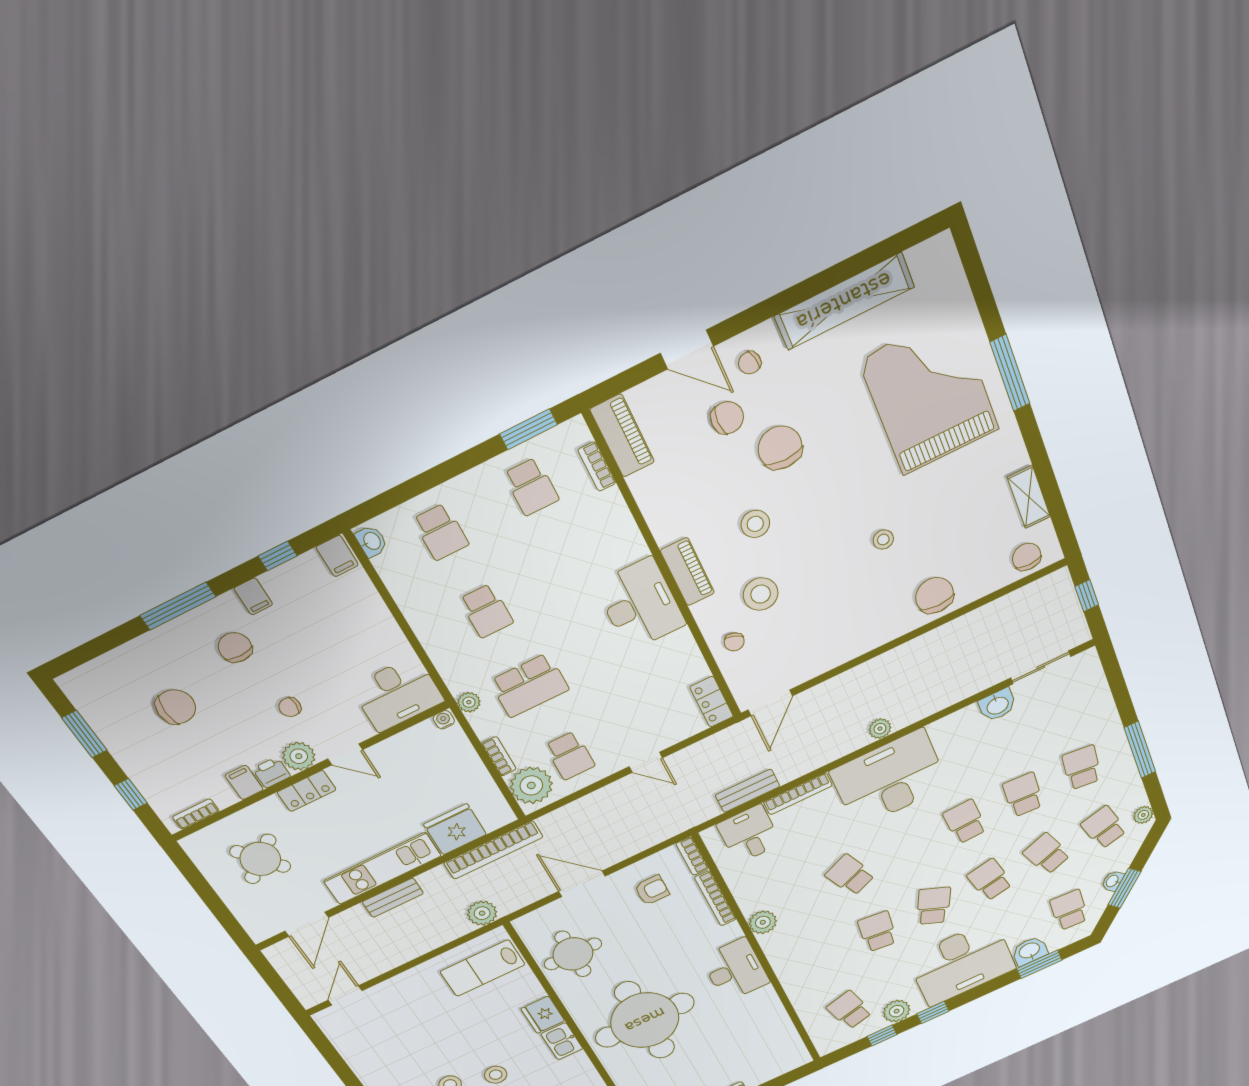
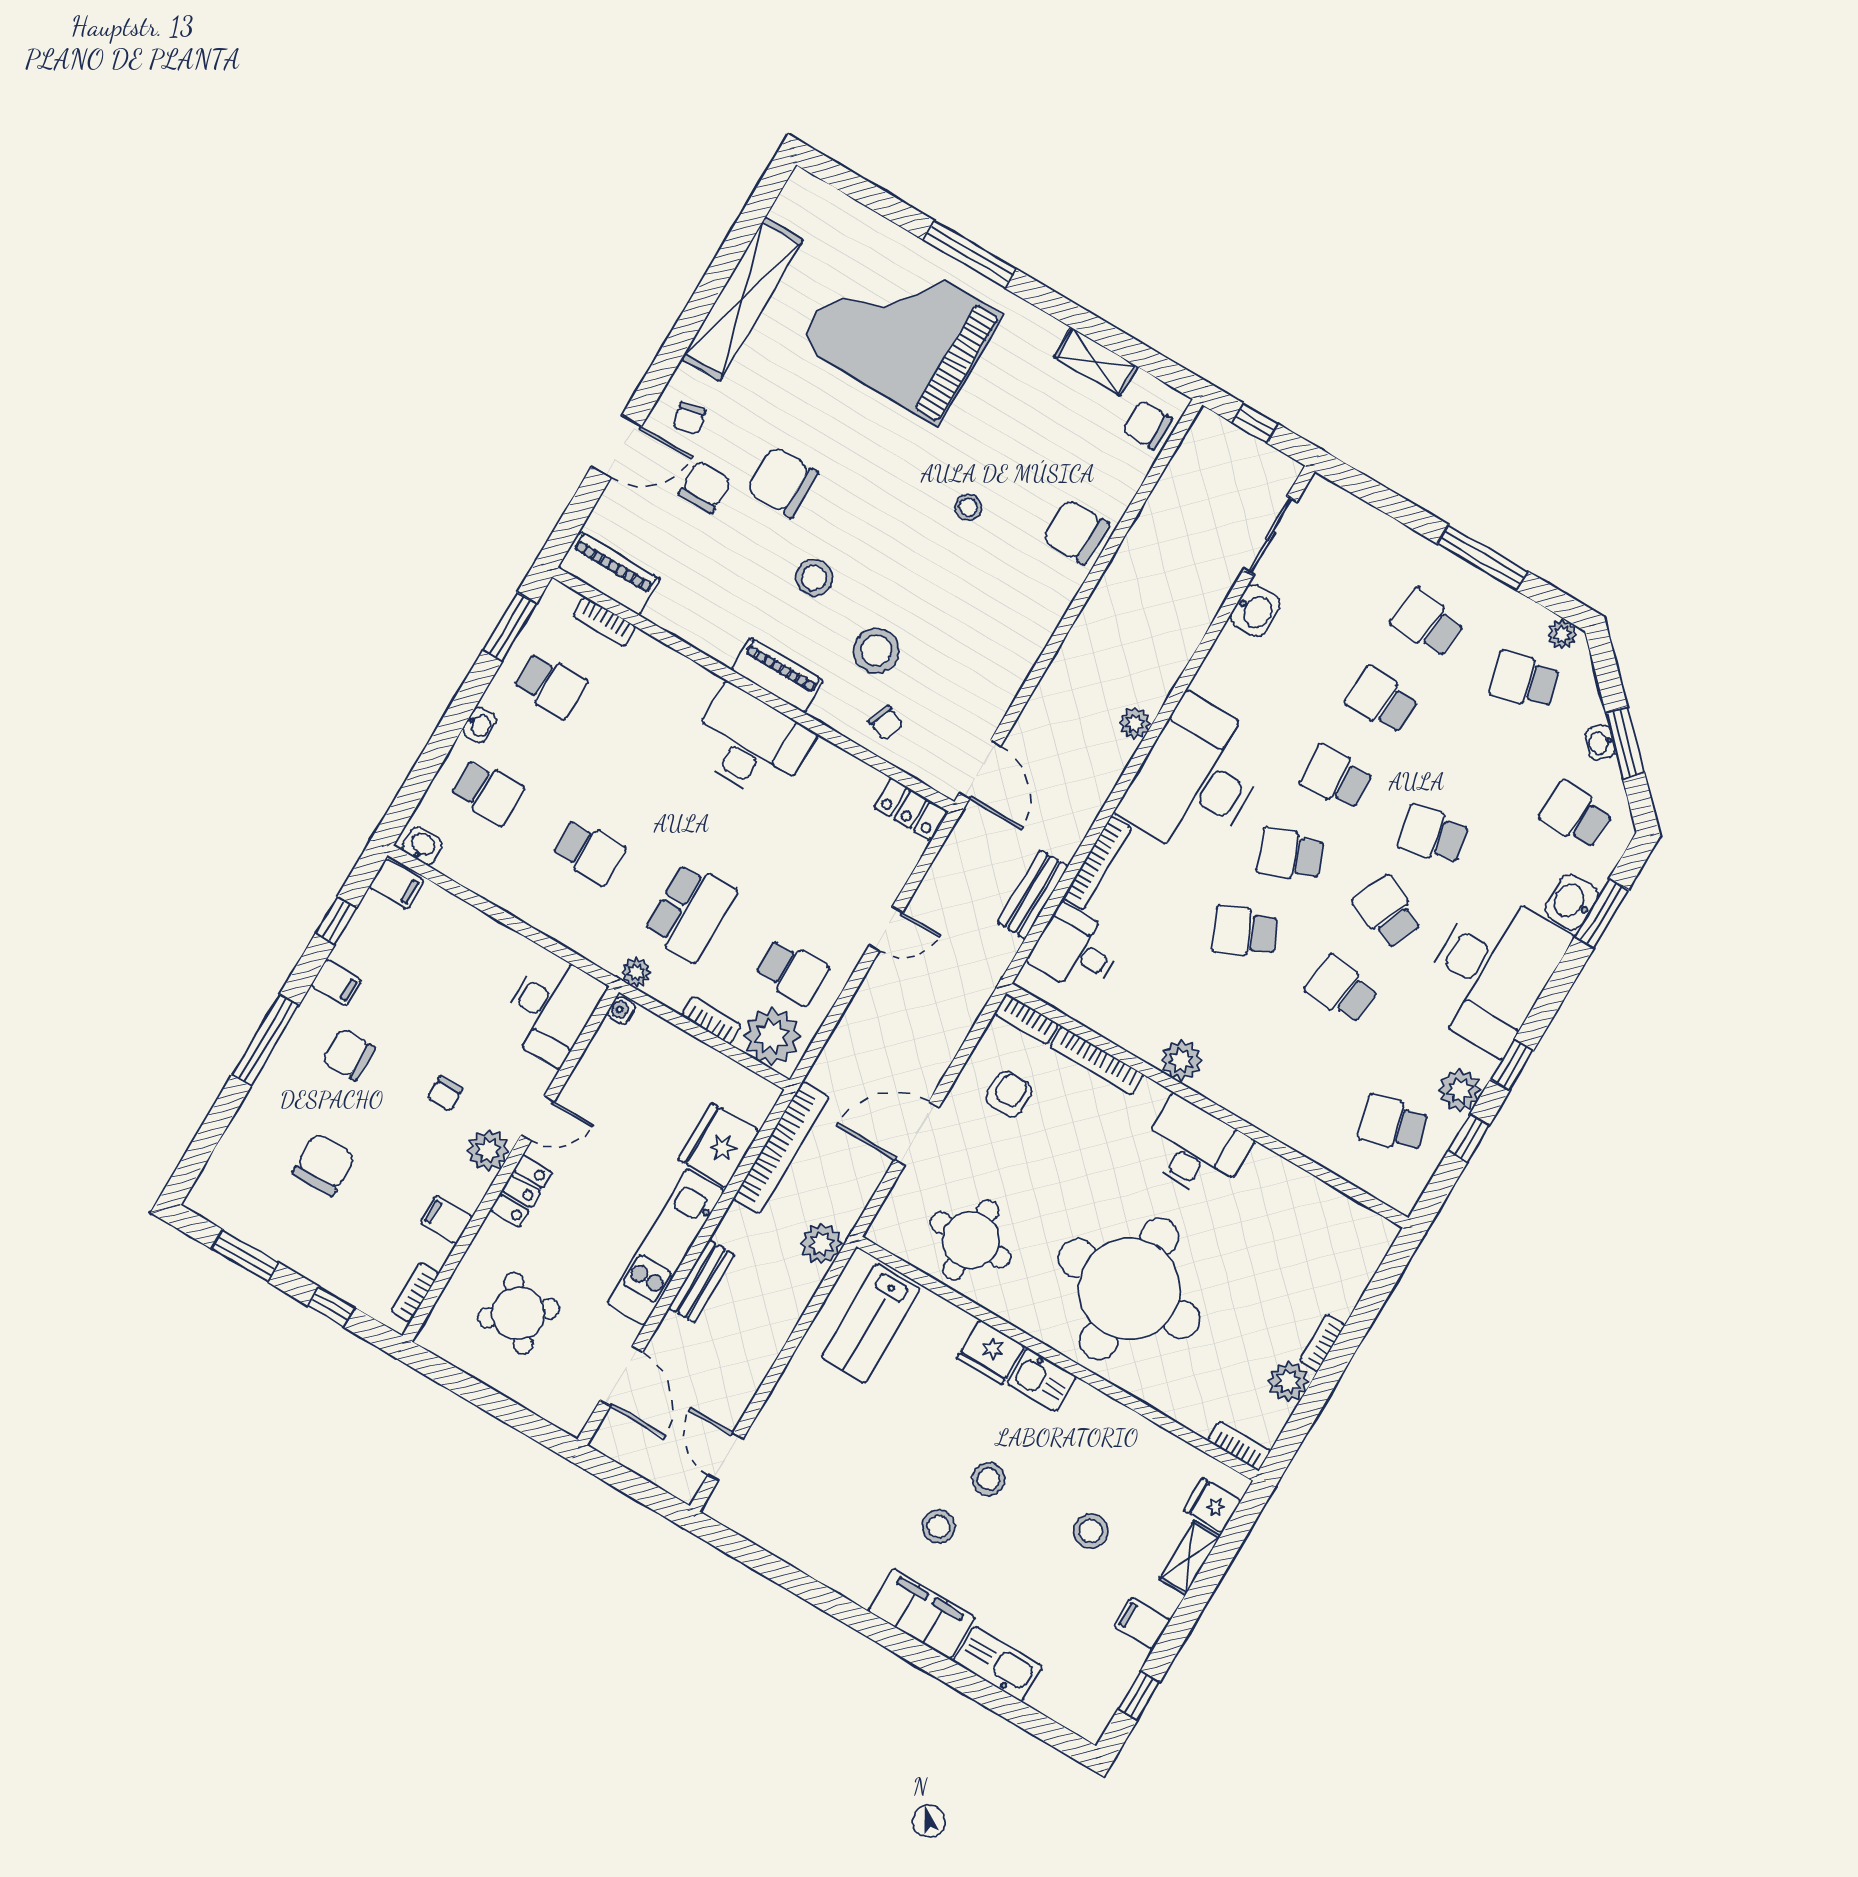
washbasin: (464, 484) -> (479, 725), added
printer: (271, 772) -> (469, 1189), removed
school desk: (1047, 854) -> (1290, 855), moved

